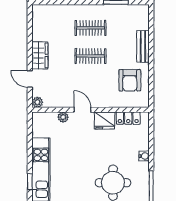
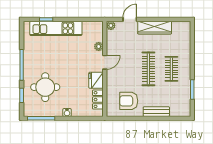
wardrobe: (40, 55) -> (155, 28), width x1.50
clothes rail: (90, 56) -> (148, 69), width x1.36

